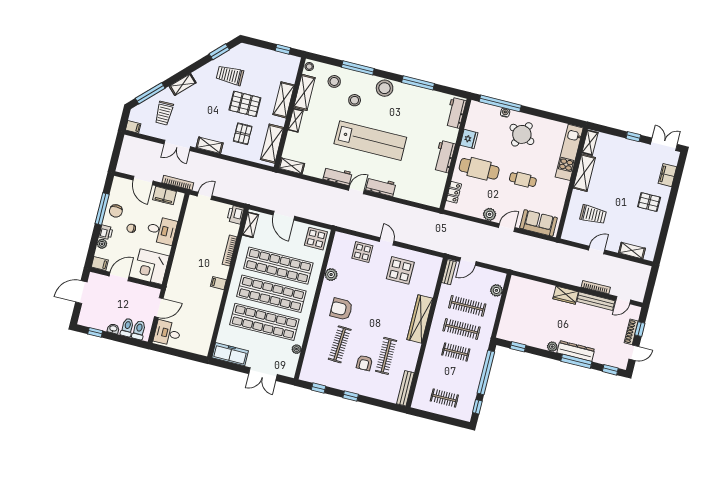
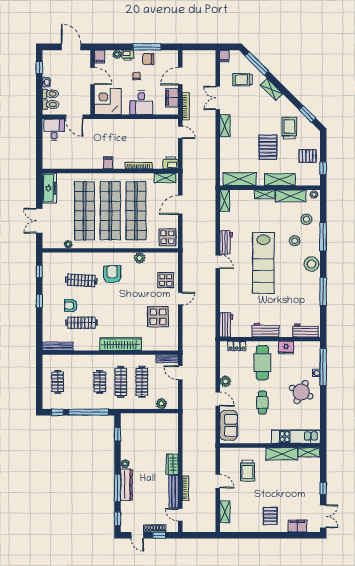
pallet: (243, 134) -> (308, 156), moved
workbench: (381, 186) -> (226, 325), moved

